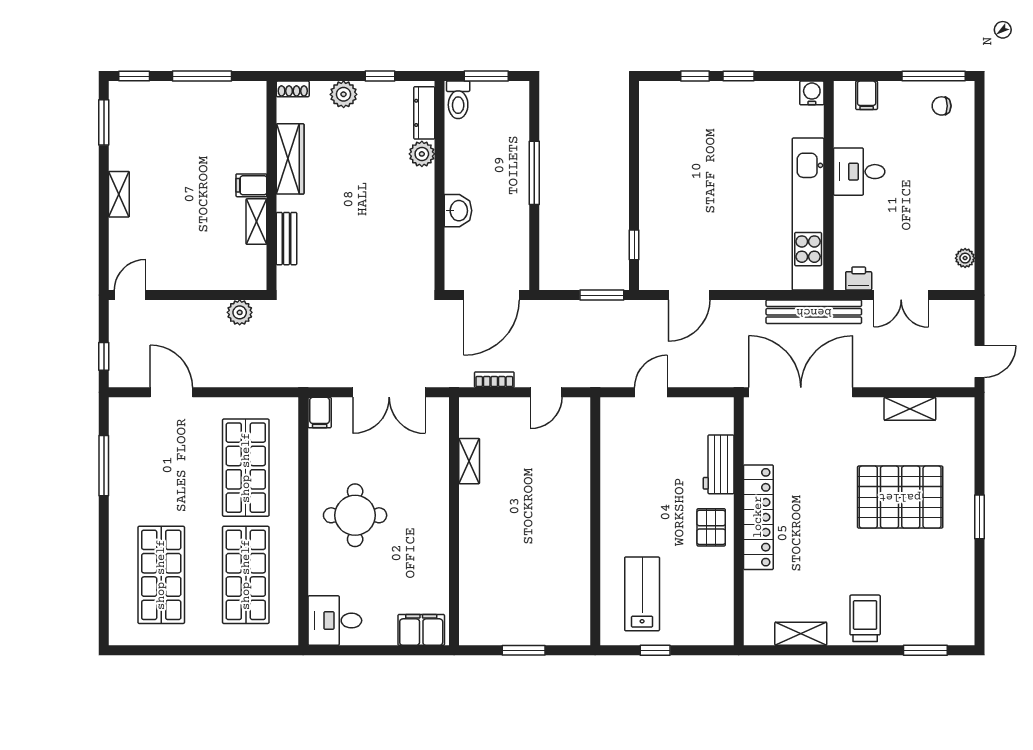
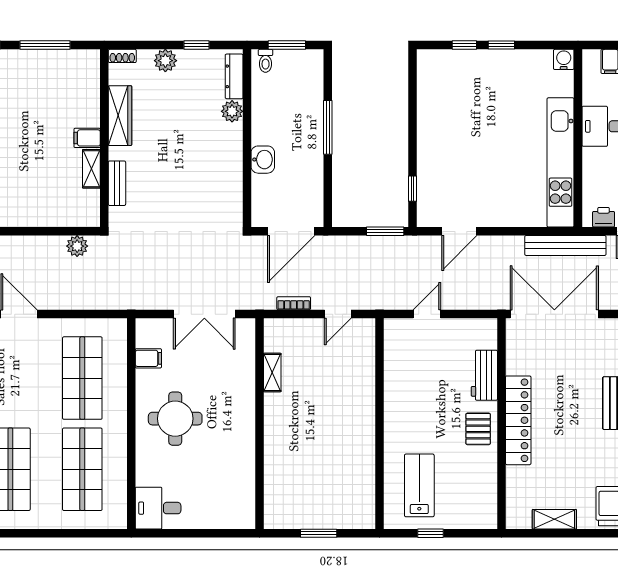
toilet: (458, 100) -> (266, 61), width x0.73, depth x0.72
filing cabinet: (320, 413) -> (148, 358), moved, turned -90
filing cabinet: (421, 630) -> (231, 516), removed

